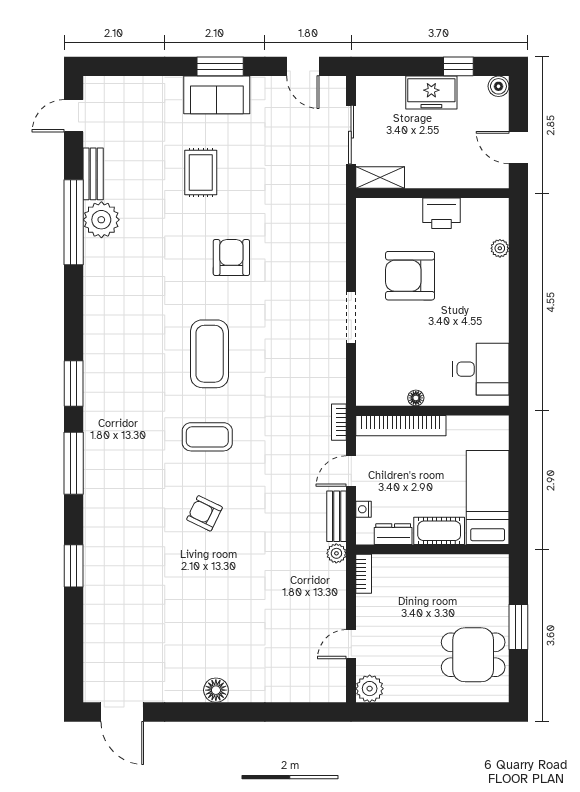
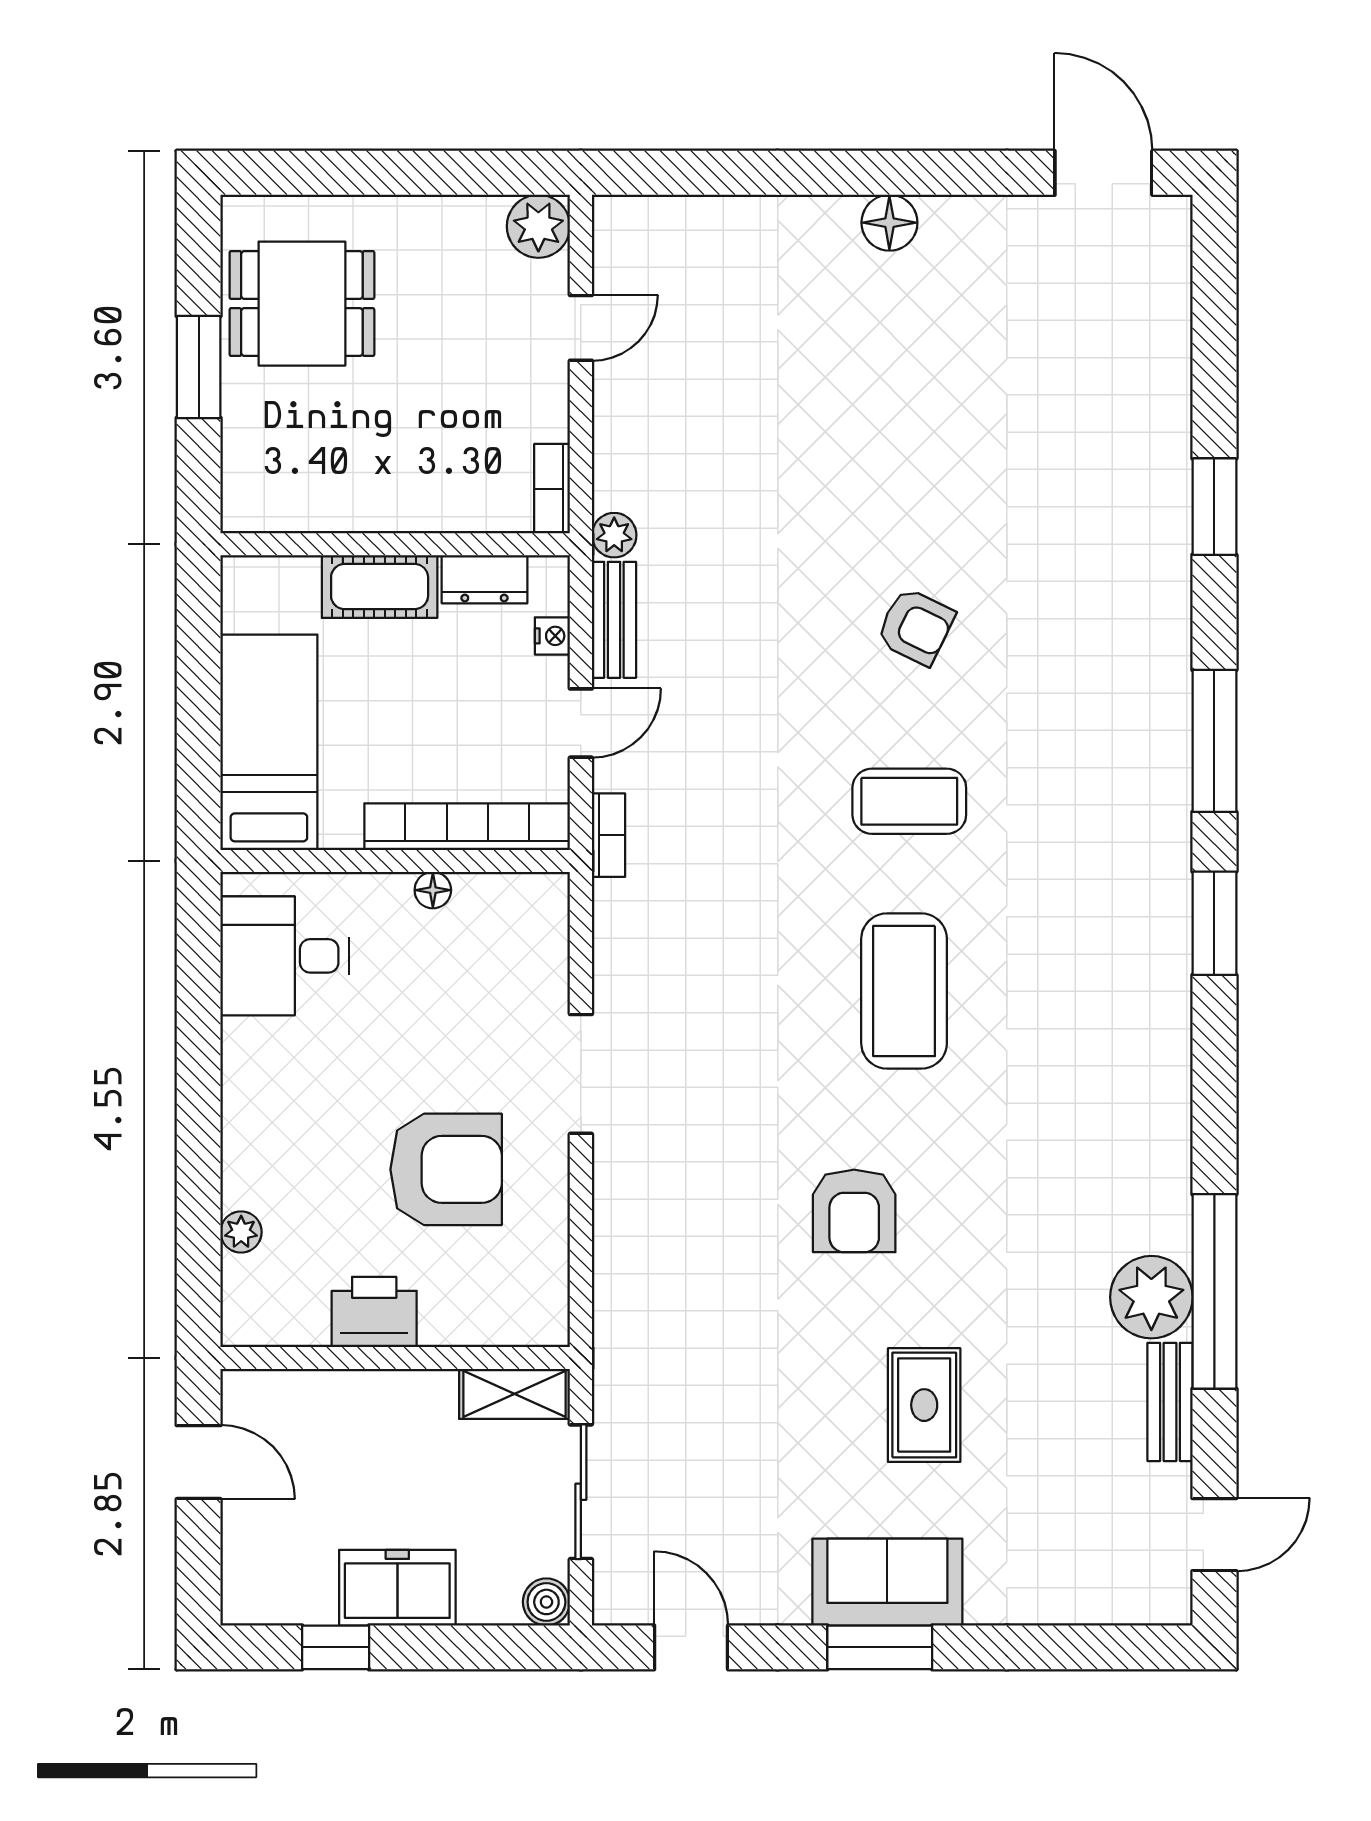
boiler: (498, 86) -> (546, 1602), moved
bed: (488, 497) -> (269, 742), moved, turned 180

